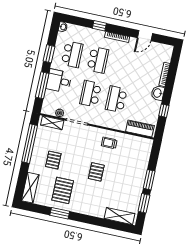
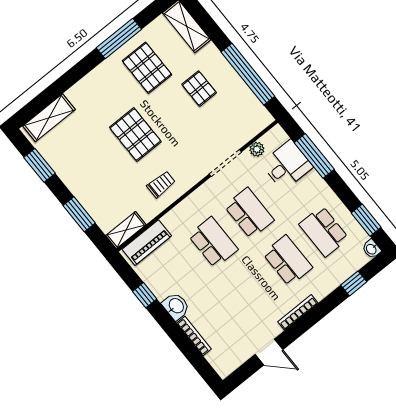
window: (99, 26) -> (354, 283), moved
door: (145, 36) -> (269, 352), swing flipped
window: (49, 54) -> (366, 220), moved
school desk: (98, 60) -> (288, 261), turned 180
desk: (59, 81) -> (287, 165), moved
shelving: (52, 123) -> (126, 230), moved
pallet: (96, 172) -> (135, 135), width x1.50, depth x1.42
window: (149, 180) -> (79, 214), moved
window: (60, 213) -> (119, 39), width x1.44

